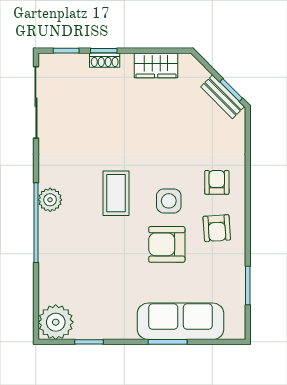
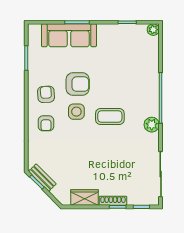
shoe rack: (105, 60) -> (113, 201), width x1.43
coffee table: (116, 193) -> (110, 117), turned 90
plant: (50, 200) -> (152, 125), moved
plant: (56, 322) -> (153, 30), width x0.53, depth x0.53

